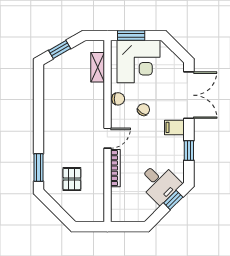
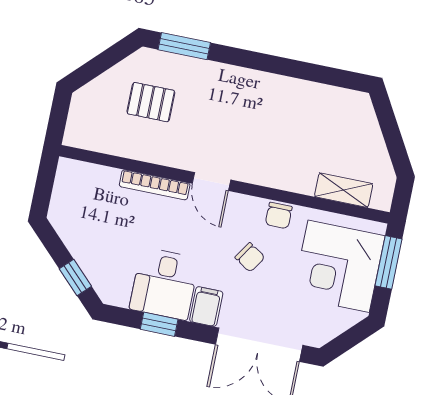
window: (60, 50) -> (390, 128), removed
desk: (159, 183) -> (164, 284), moved, turned -45

